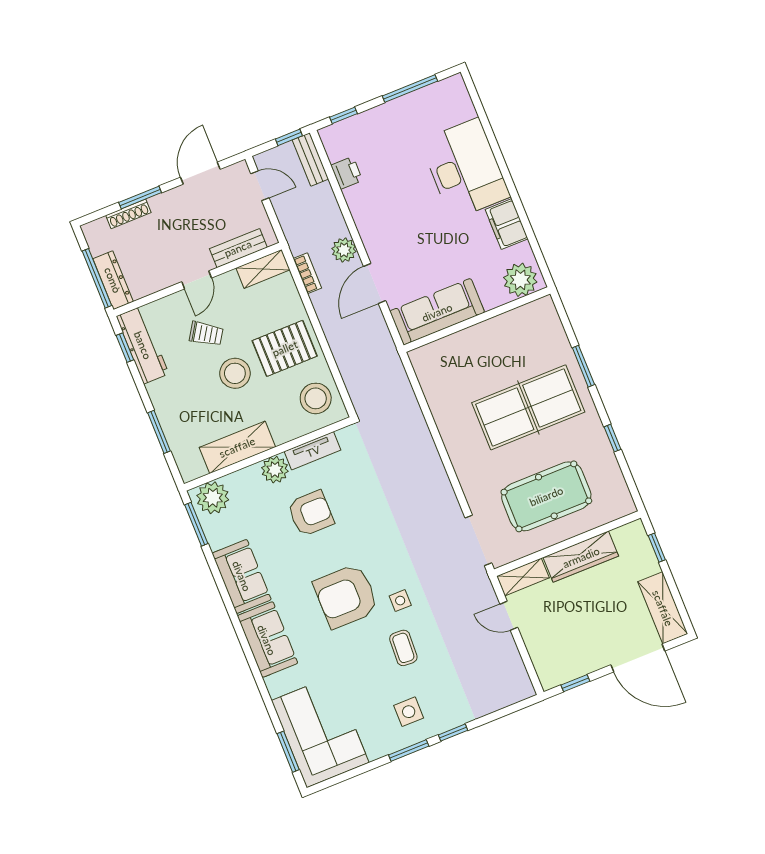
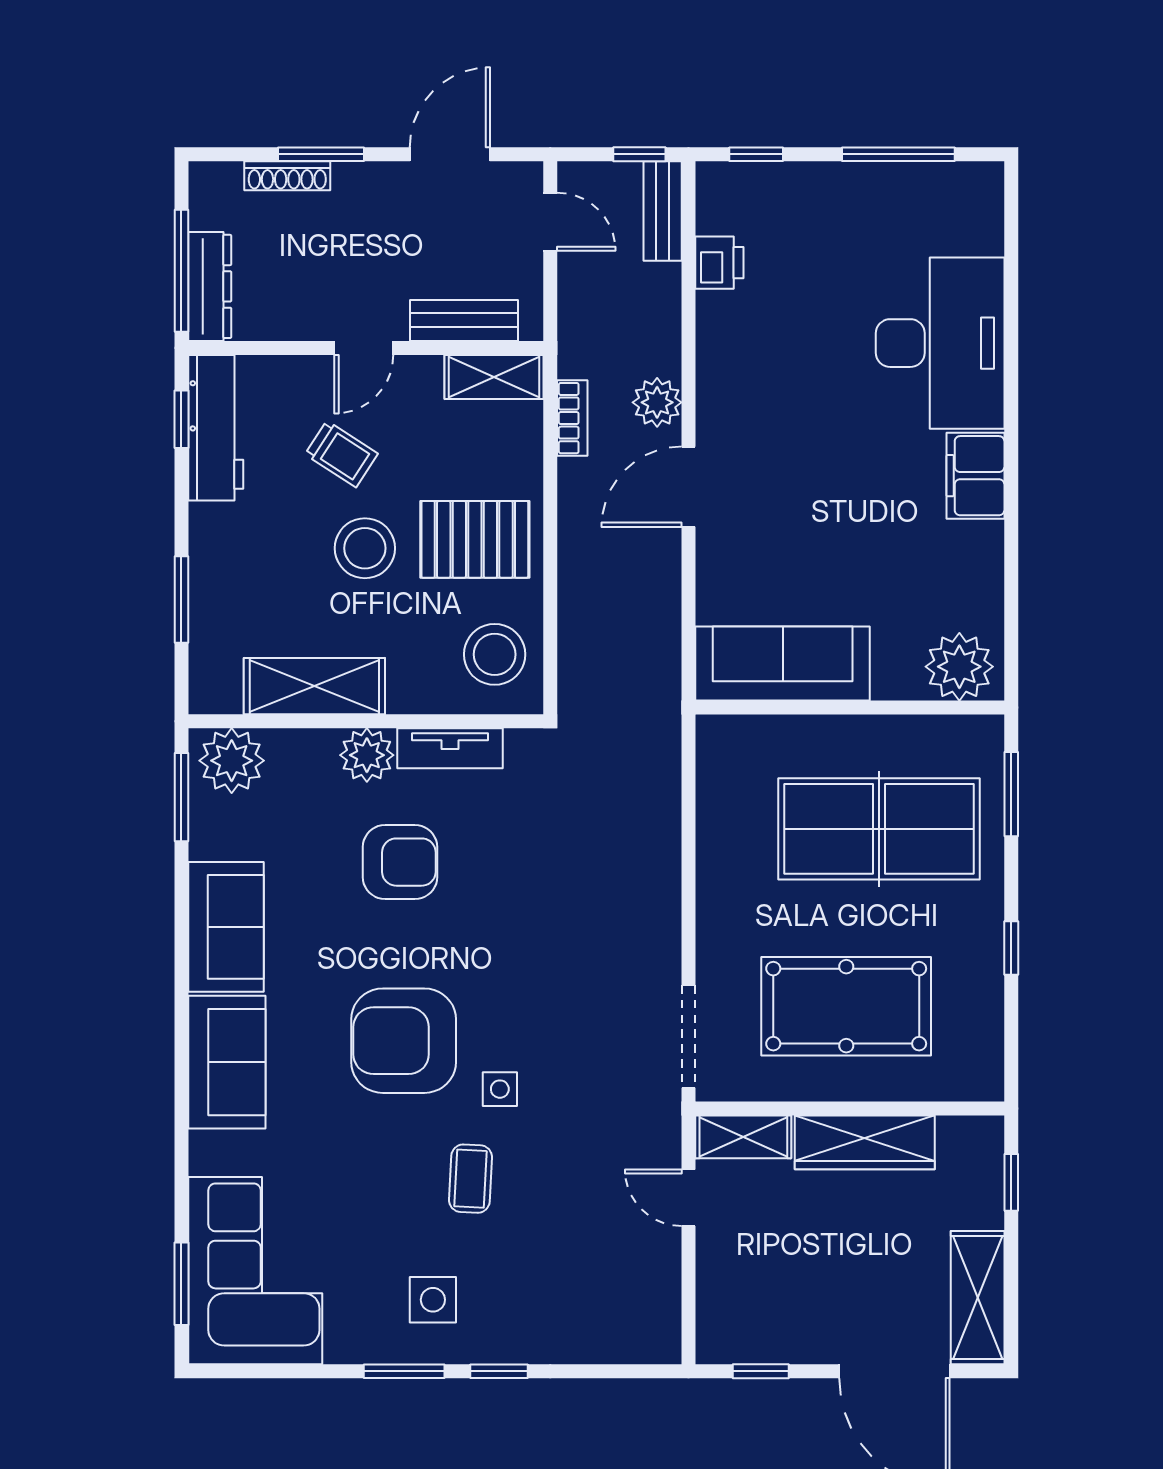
plant: (520, 280) -> (959, 667), moved
sofa: (437, 312) -> (783, 664), moved
wall: (477, 320) -> (850, 707), moved

